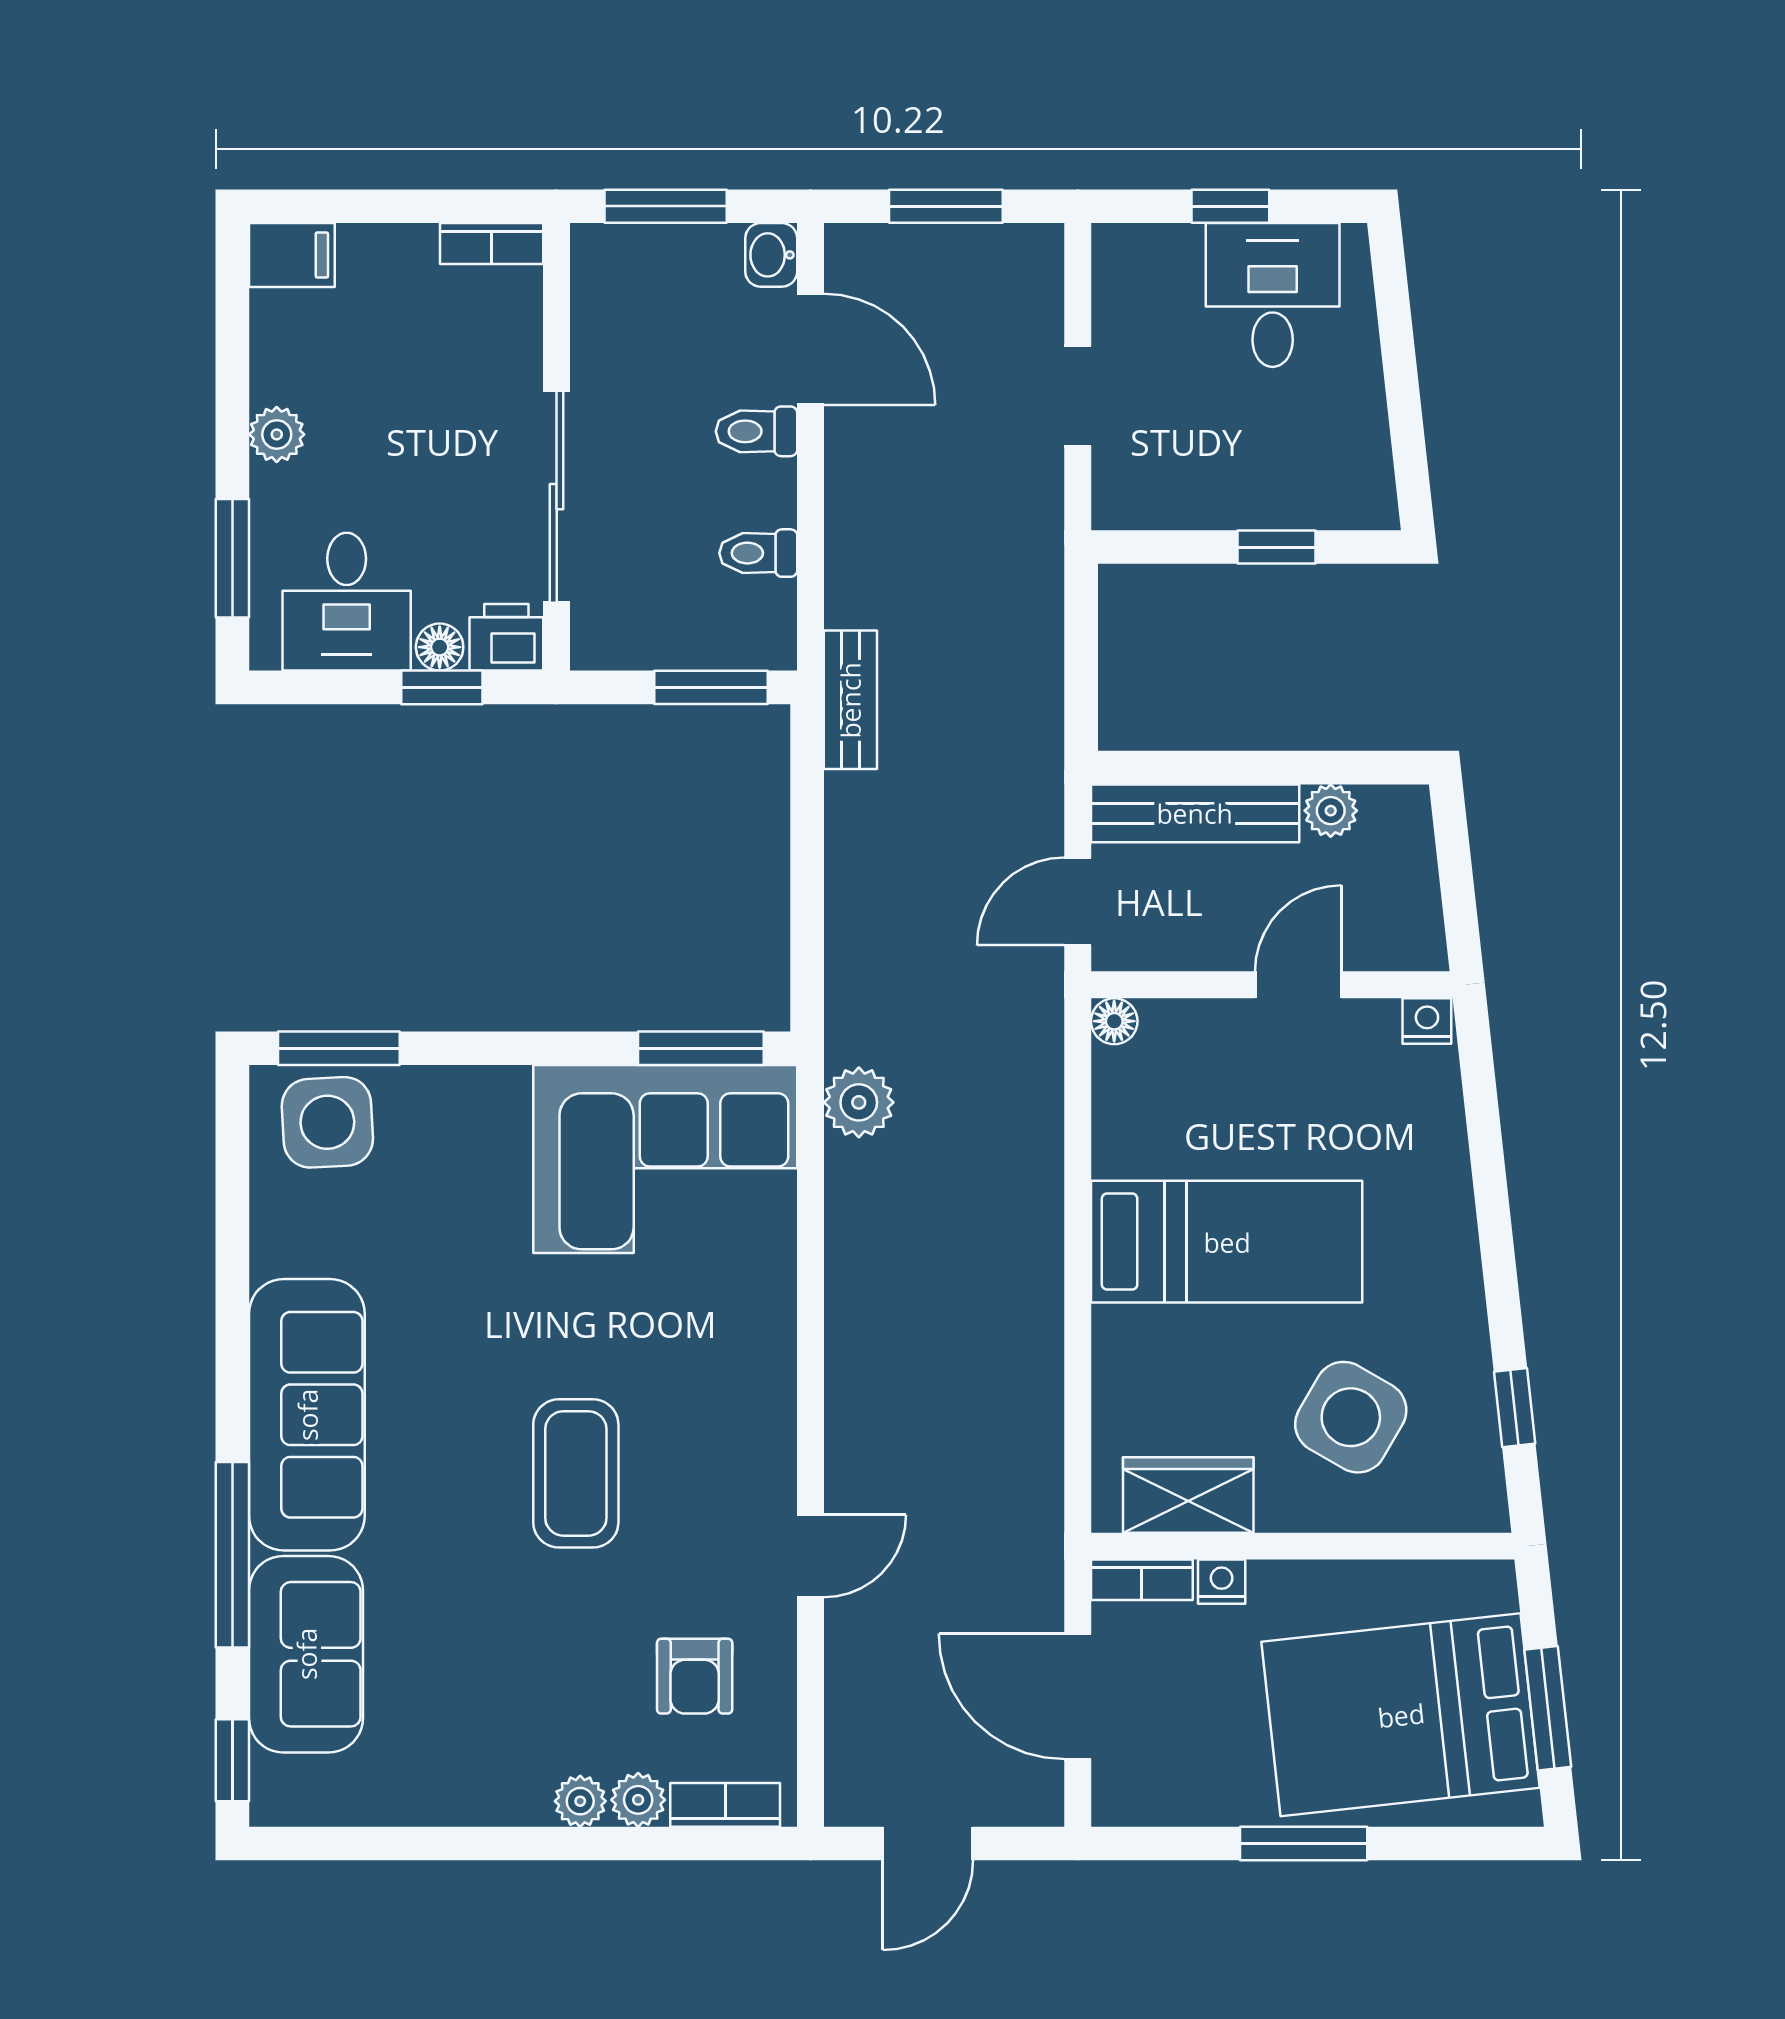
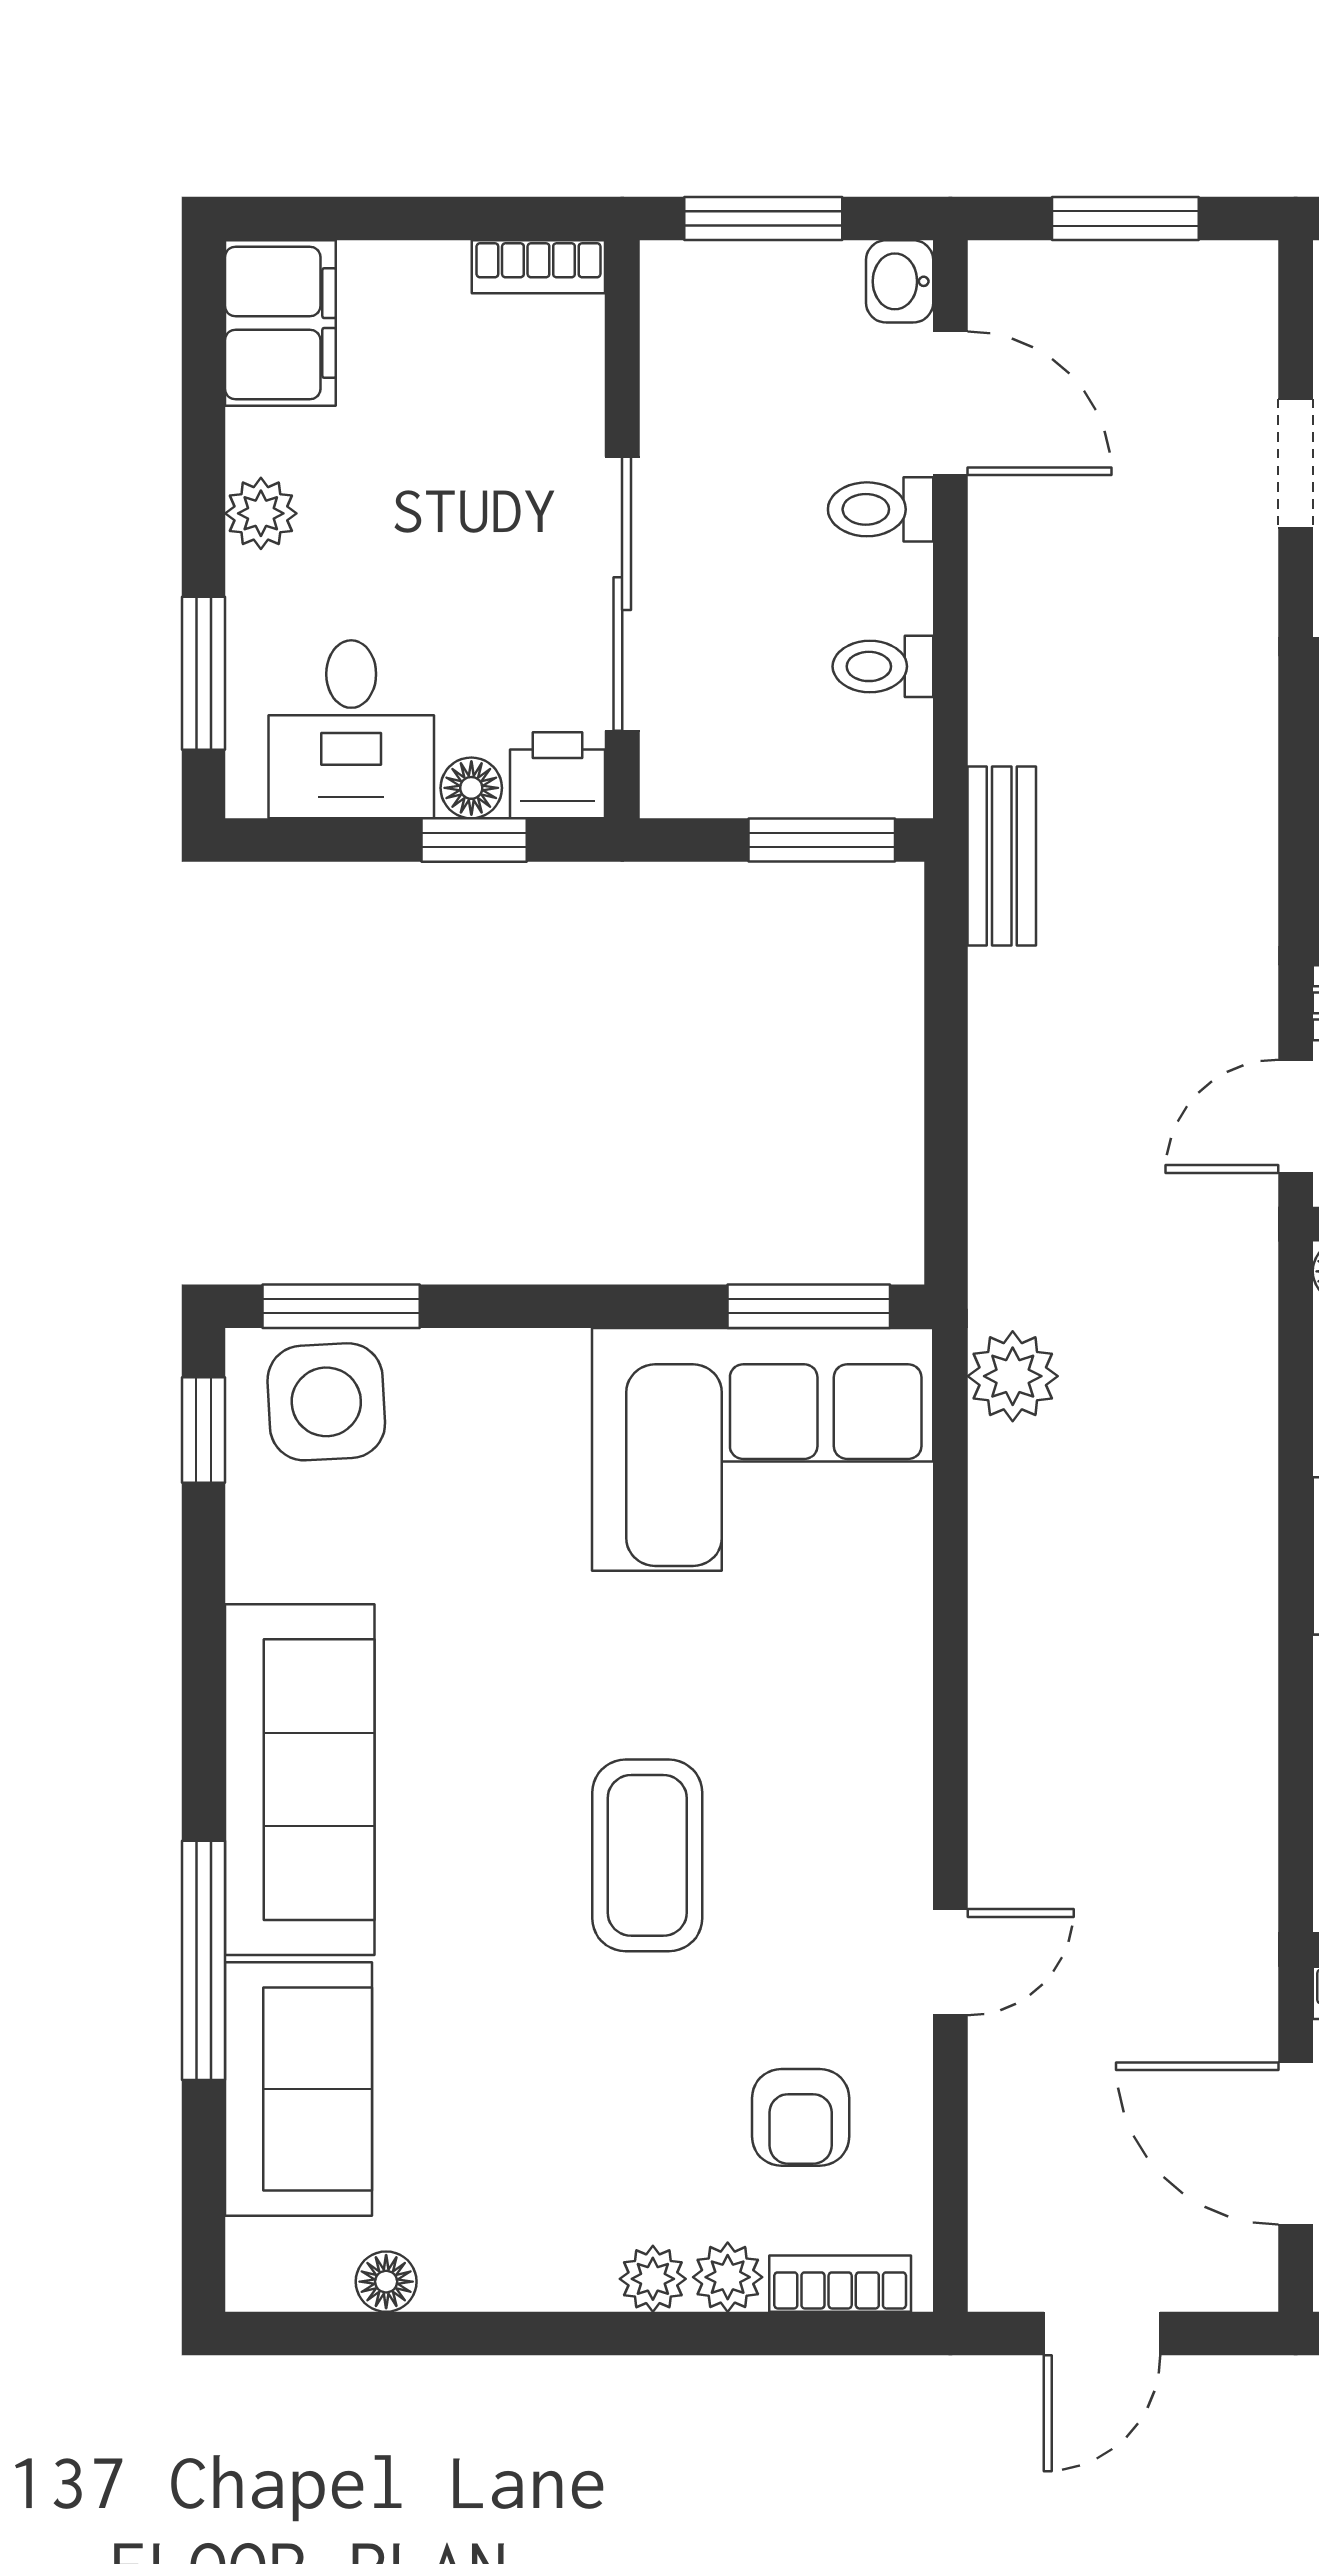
filing cabinet: (292, 255) -> (280, 323), width x2.00
window: (232, 1760) -> (204, 1430), moved
floor lamp: (374, 1803) -> (386, 2282), added

